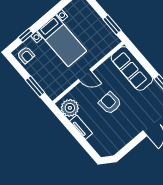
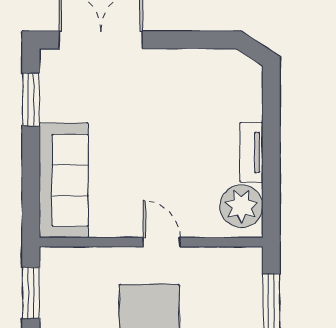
armchair: (110, 103) -> (159, 151), removed

